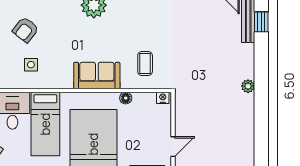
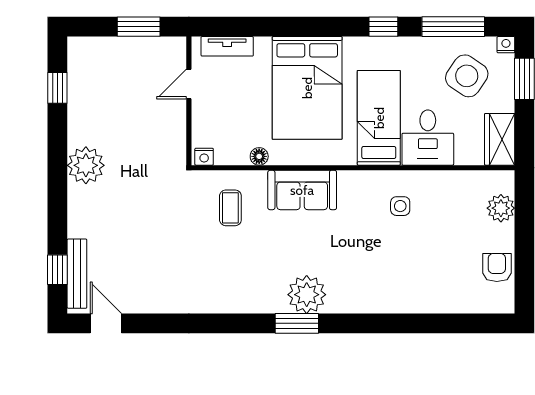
armchair: (26, 30) -> (408, 258), removed
plant: (248, 86) -> (86, 165), width x1.87, depth x1.87
window: (261, 144) -> (57, 88), added

